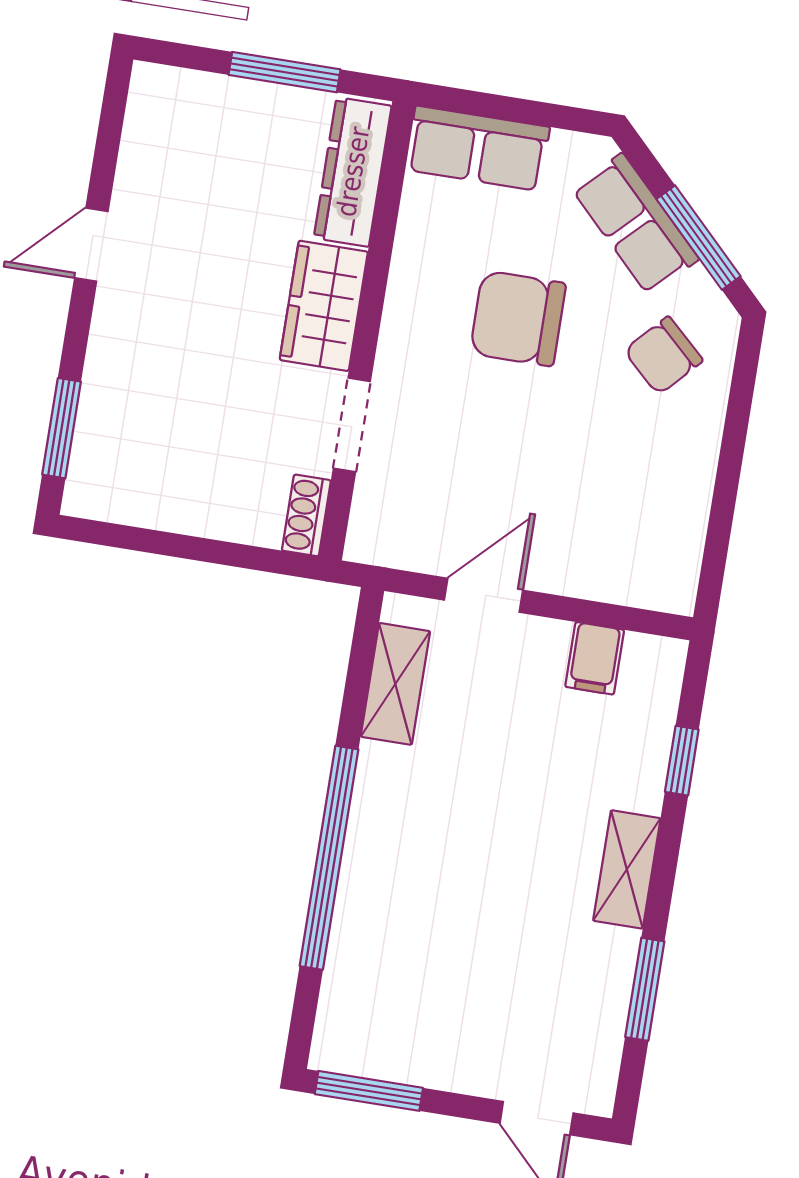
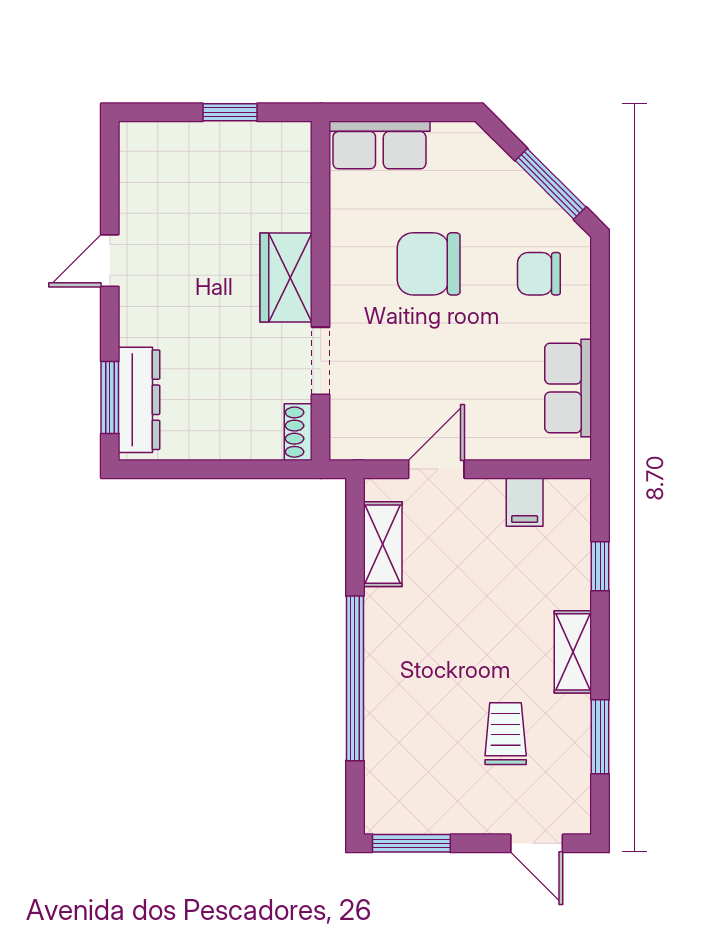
window: (285, 72) -> (230, 112), width x0.67
dresser: (353, 172) -> (139, 400), moved, turned 180
row of seats: (635, 224) -> (568, 388), moved, turned 45
chair: (663, 356) -> (539, 274), turned 47
trolley: (519, 965) -> (506, 734), added

